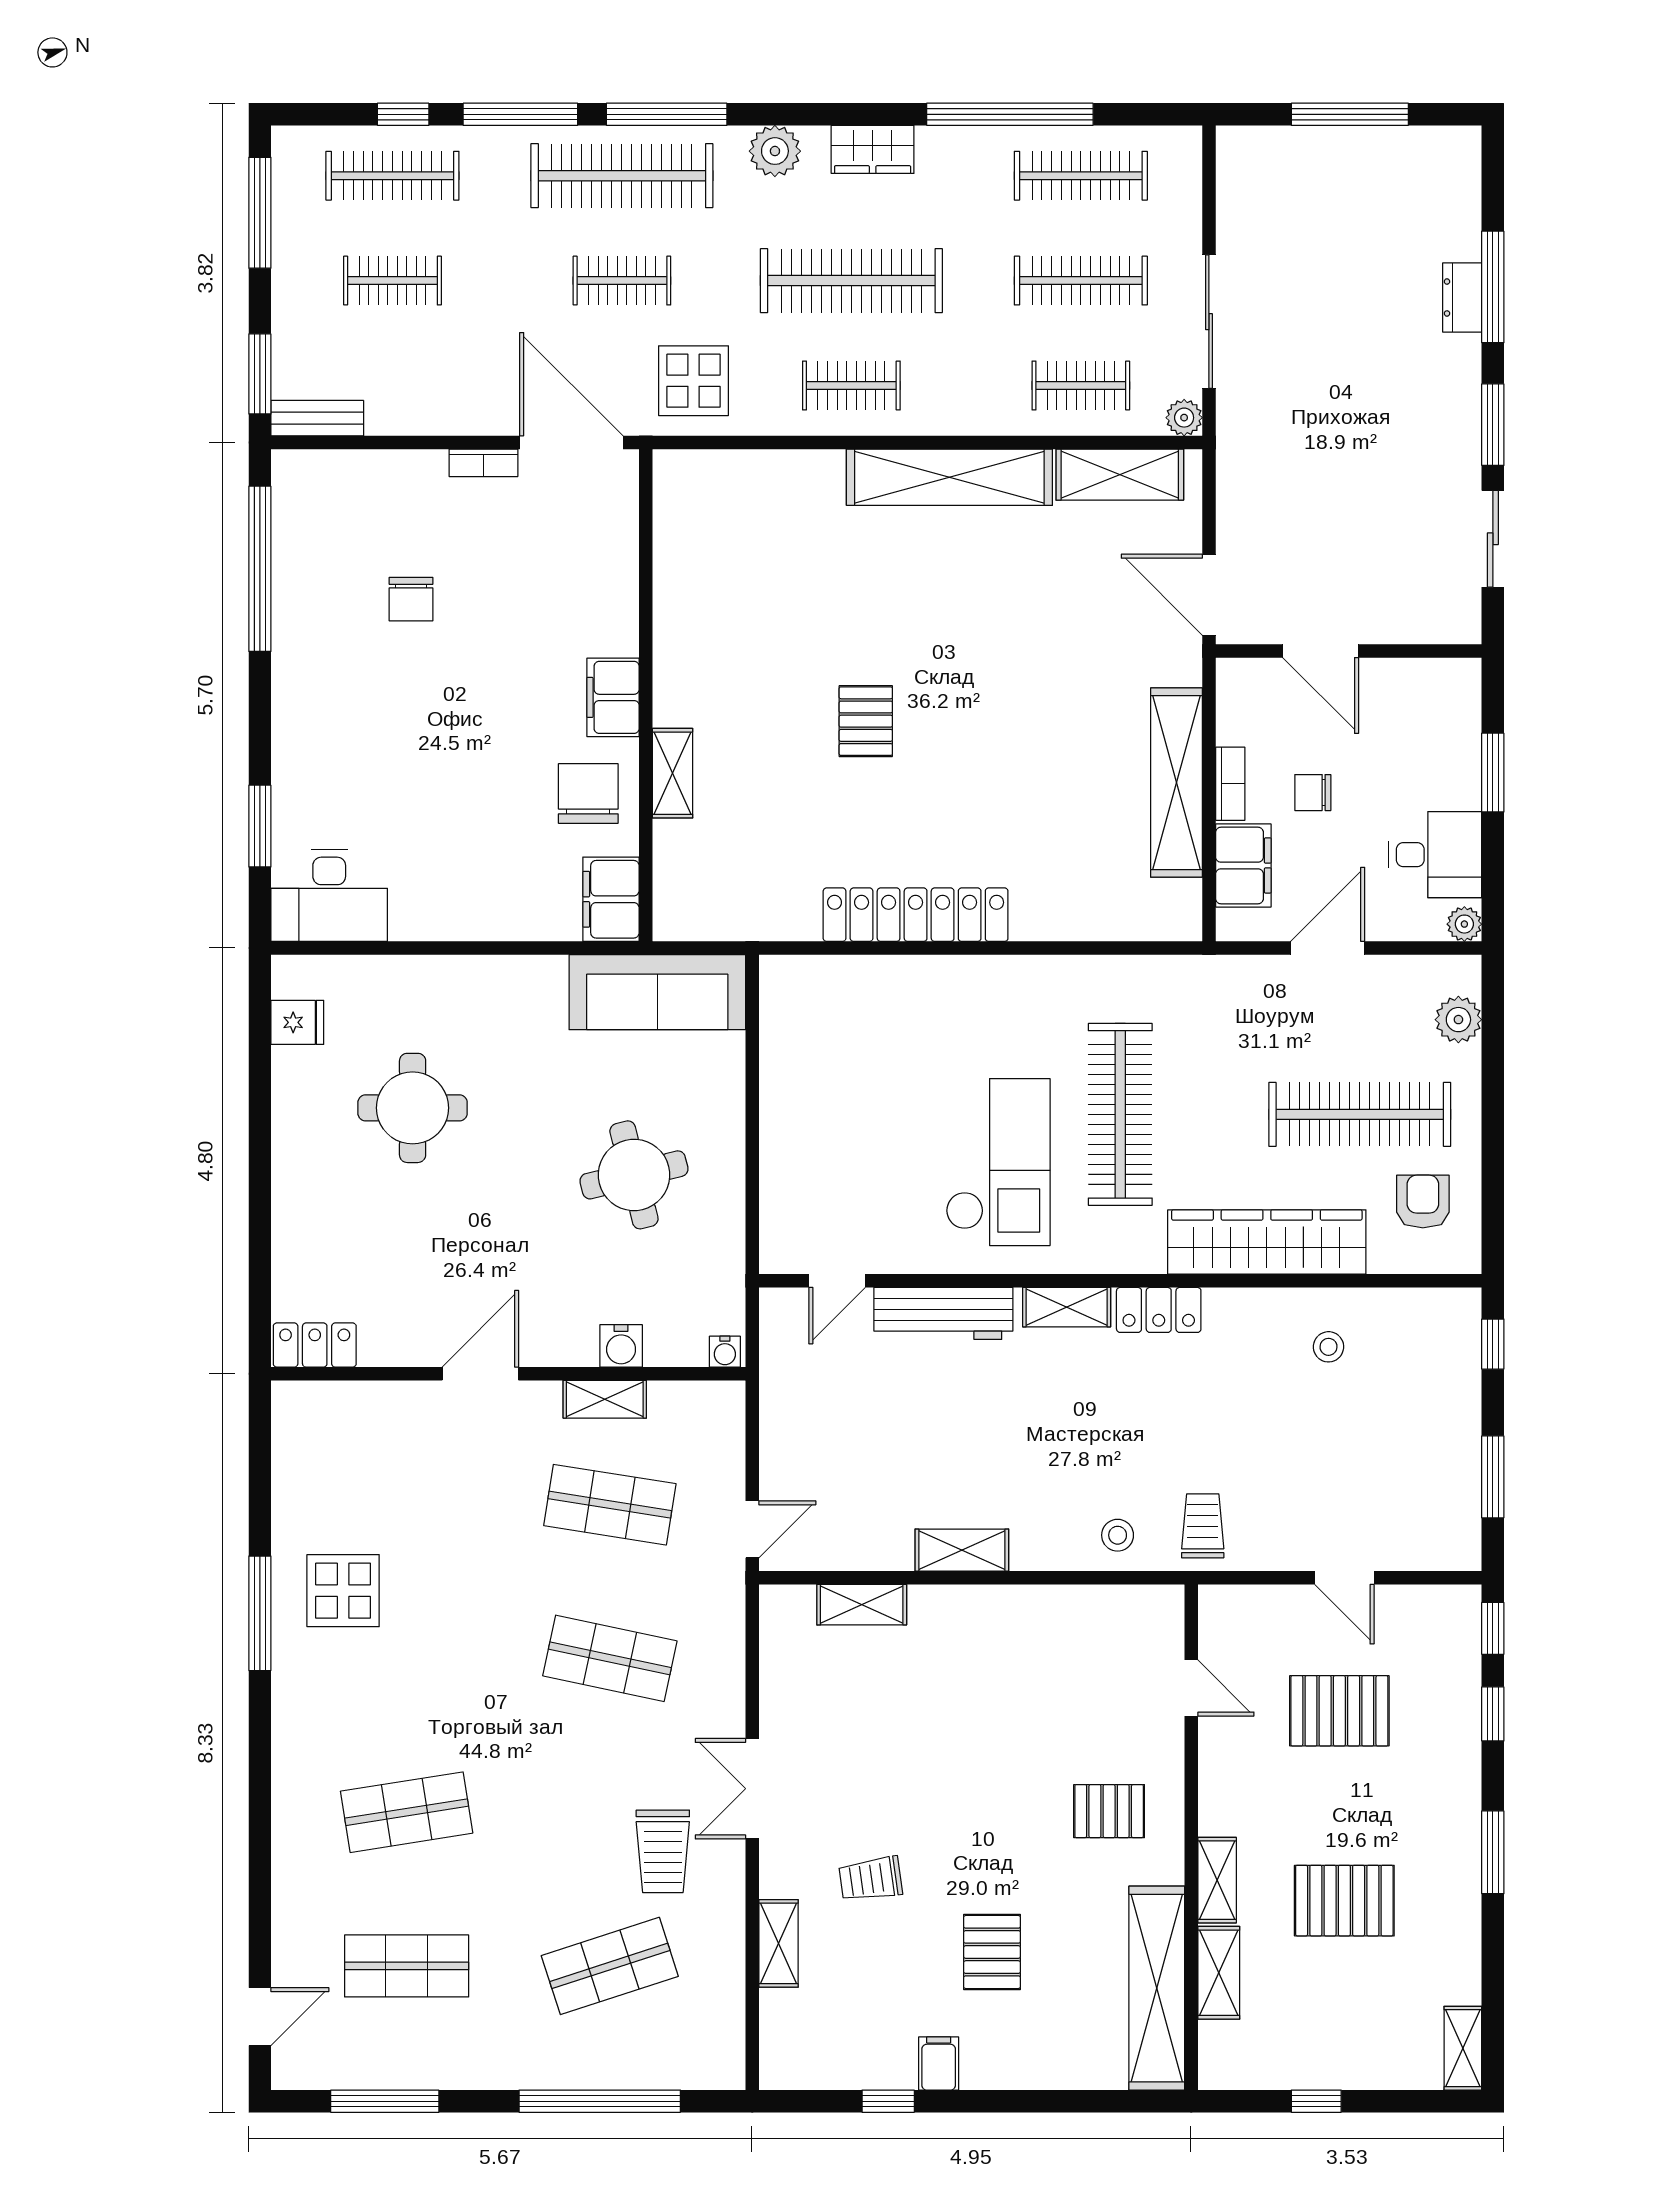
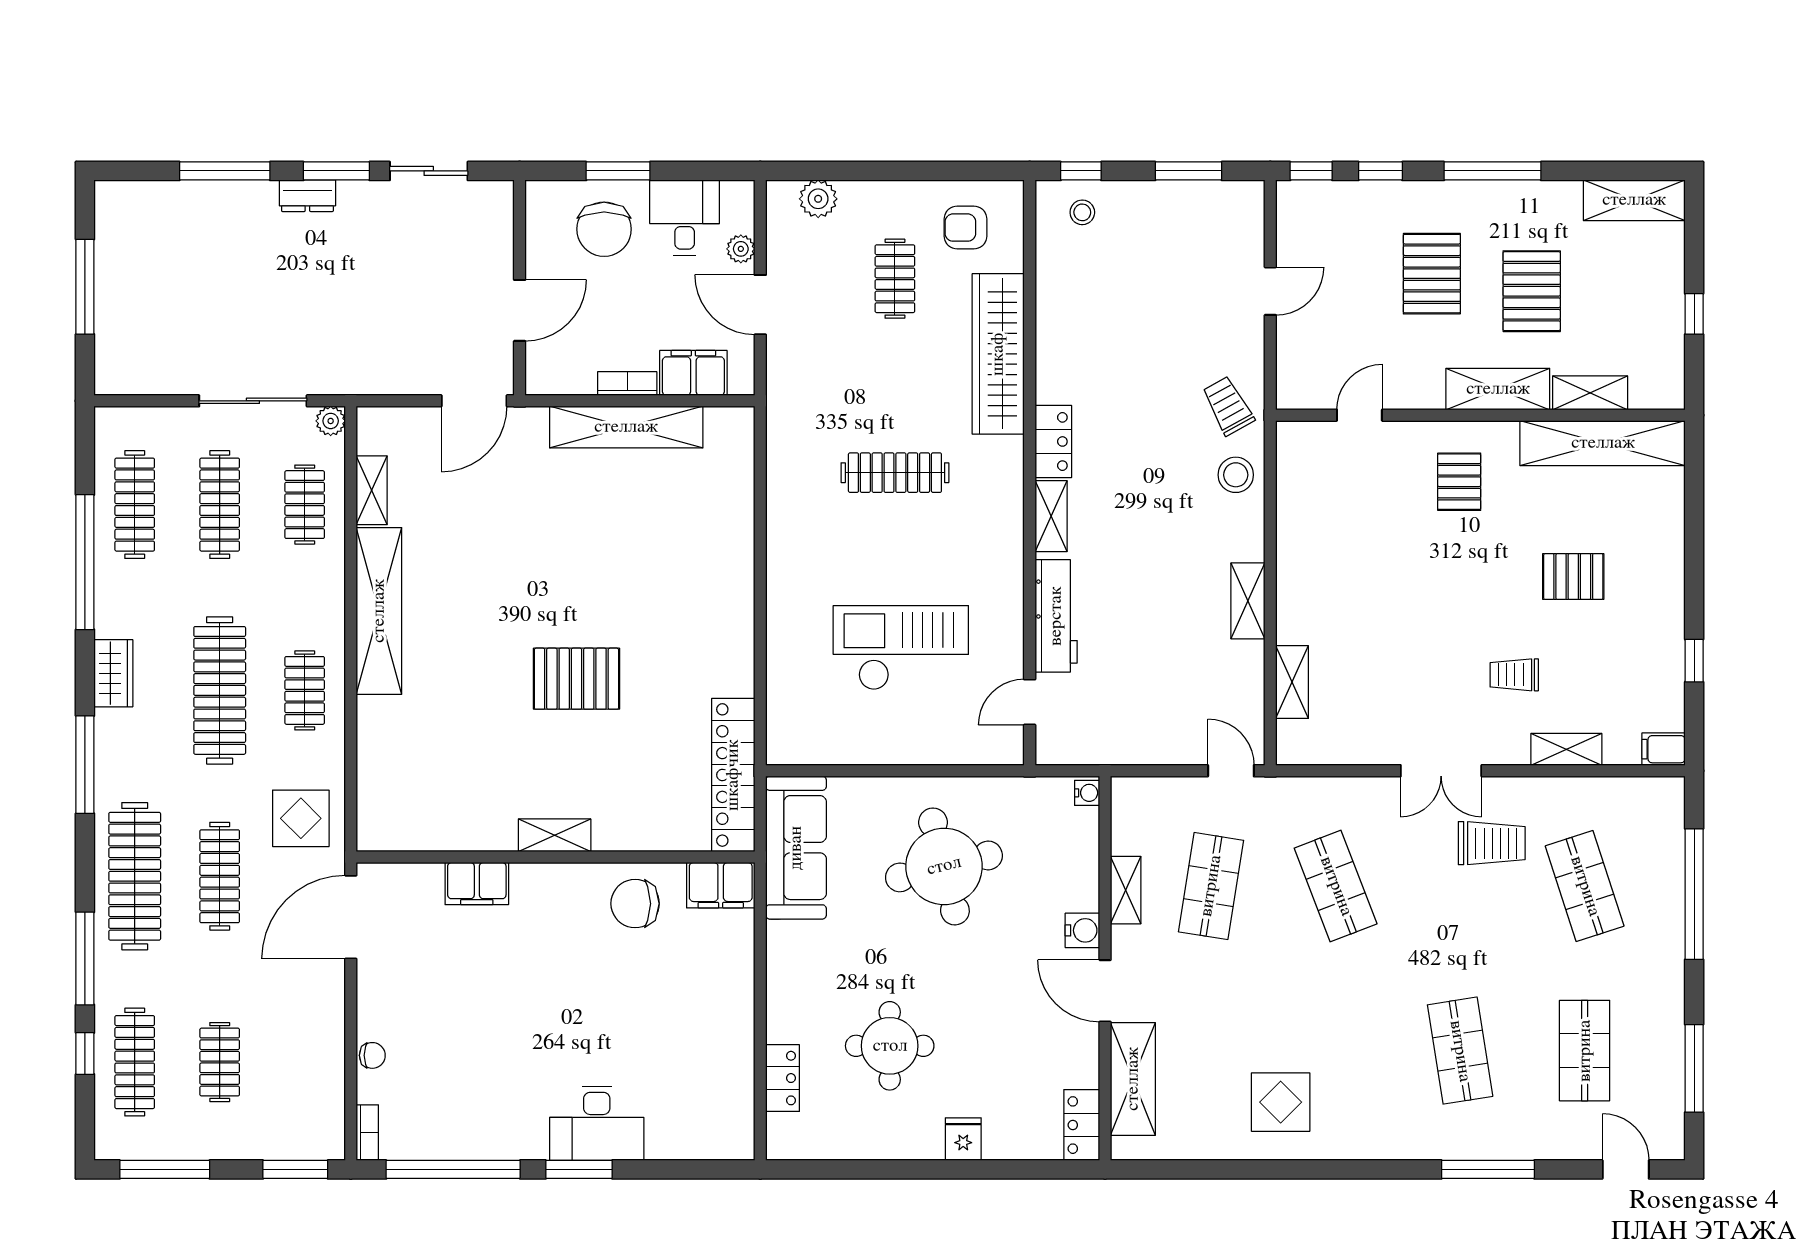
window: (667, 114) -> (85, 765), moved
plant: (775, 151) -> (115, 752), removed
clothes rail: (622, 281) -> (220, 876), width x1.36
dresser: (1462, 297) -> (307, 196), moved
bench: (317, 418) -> (331, 1123), removed
bookcase: (483, 463) -> (367, 1133), moved
shelving: (1120, 475) -> (372, 490), width x0.67, depth x0.75
chair: (411, 599) -> (372, 1055), moved, width x0.73, depth x0.73
filing cabinet: (613, 697) -> (477, 884), moved
pallet: (866, 721) -> (576, 679), width x1.50, depth x1.42
shelving: (673, 773) -> (555, 835), moved
chair: (1313, 793) -> (604, 229), moved, width x1.87, depth x1.87
window: (260, 826) -> (579, 1169), moved
desk: (329, 896) -> (597, 1123), moved, turned 90
locker: (916, 915) -> (733, 775), moved
plant: (1464, 924) -> (741, 249), moved
locker: (373, 976) -> (783, 1078), added
fridge: (297, 1022) -> (963, 1139), moved
clothes rail: (1120, 1114) -> (895, 473), width x0.73, depth x0.76
clothes rail: (1360, 1114) -> (895, 279), width x0.54, depth x0.76
checkout: (998, 1162) -> (901, 648), moved
round table: (634, 1175) -> (944, 866), width x1.36, depth x1.36
door: (837, 1281) -> (1030, 702), swing flipped
water cooler: (621, 1346) -> (1082, 930), moved
stool: (1329, 1347) -> (1082, 212), moved
shelving: (372, 1408) -> (1133, 1079), added
trolley: (1203, 1526) -> (1228, 406), turned 61
stool: (1118, 1535) -> (1236, 475), width x1.37, depth x1.37
window: (260, 1613) -> (1488, 1169), moved
shop shelf: (610, 1658) -> (1336, 886), turned -33
pallet: (1339, 1711) -> (1432, 274), moved
window: (1493, 1852) -> (1493, 171), width x1.44
trolley: (871, 1879) -> (1514, 675), turned 98
shelving: (1217, 1880) -> (1498, 389), width x1.50, depth x1.33
shelving: (1463, 2048) -> (1634, 200), width x1.50, depth x1.33
filing cabinet: (939, 2063) -> (1664, 749), moved

